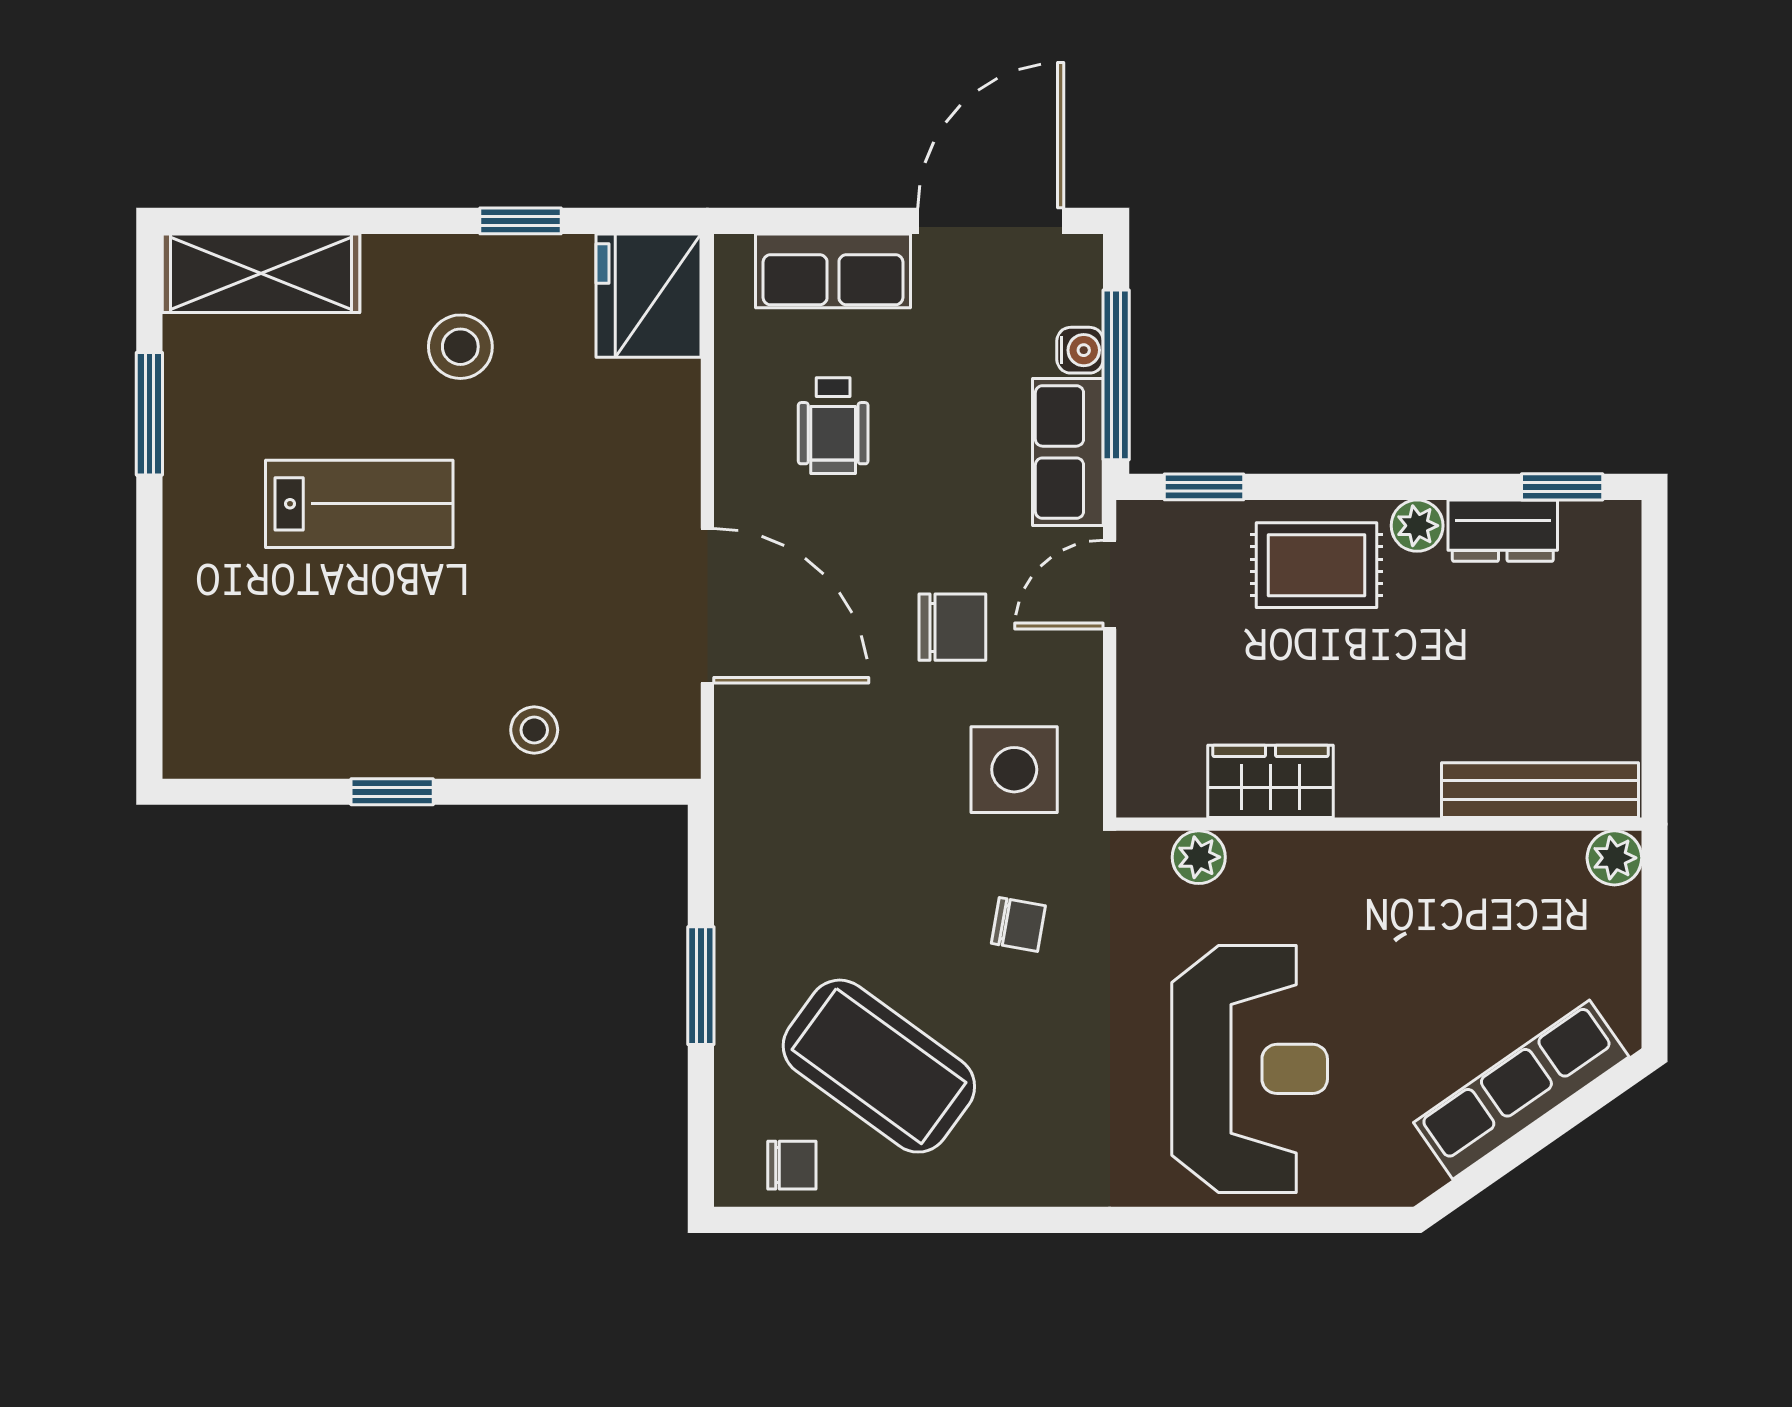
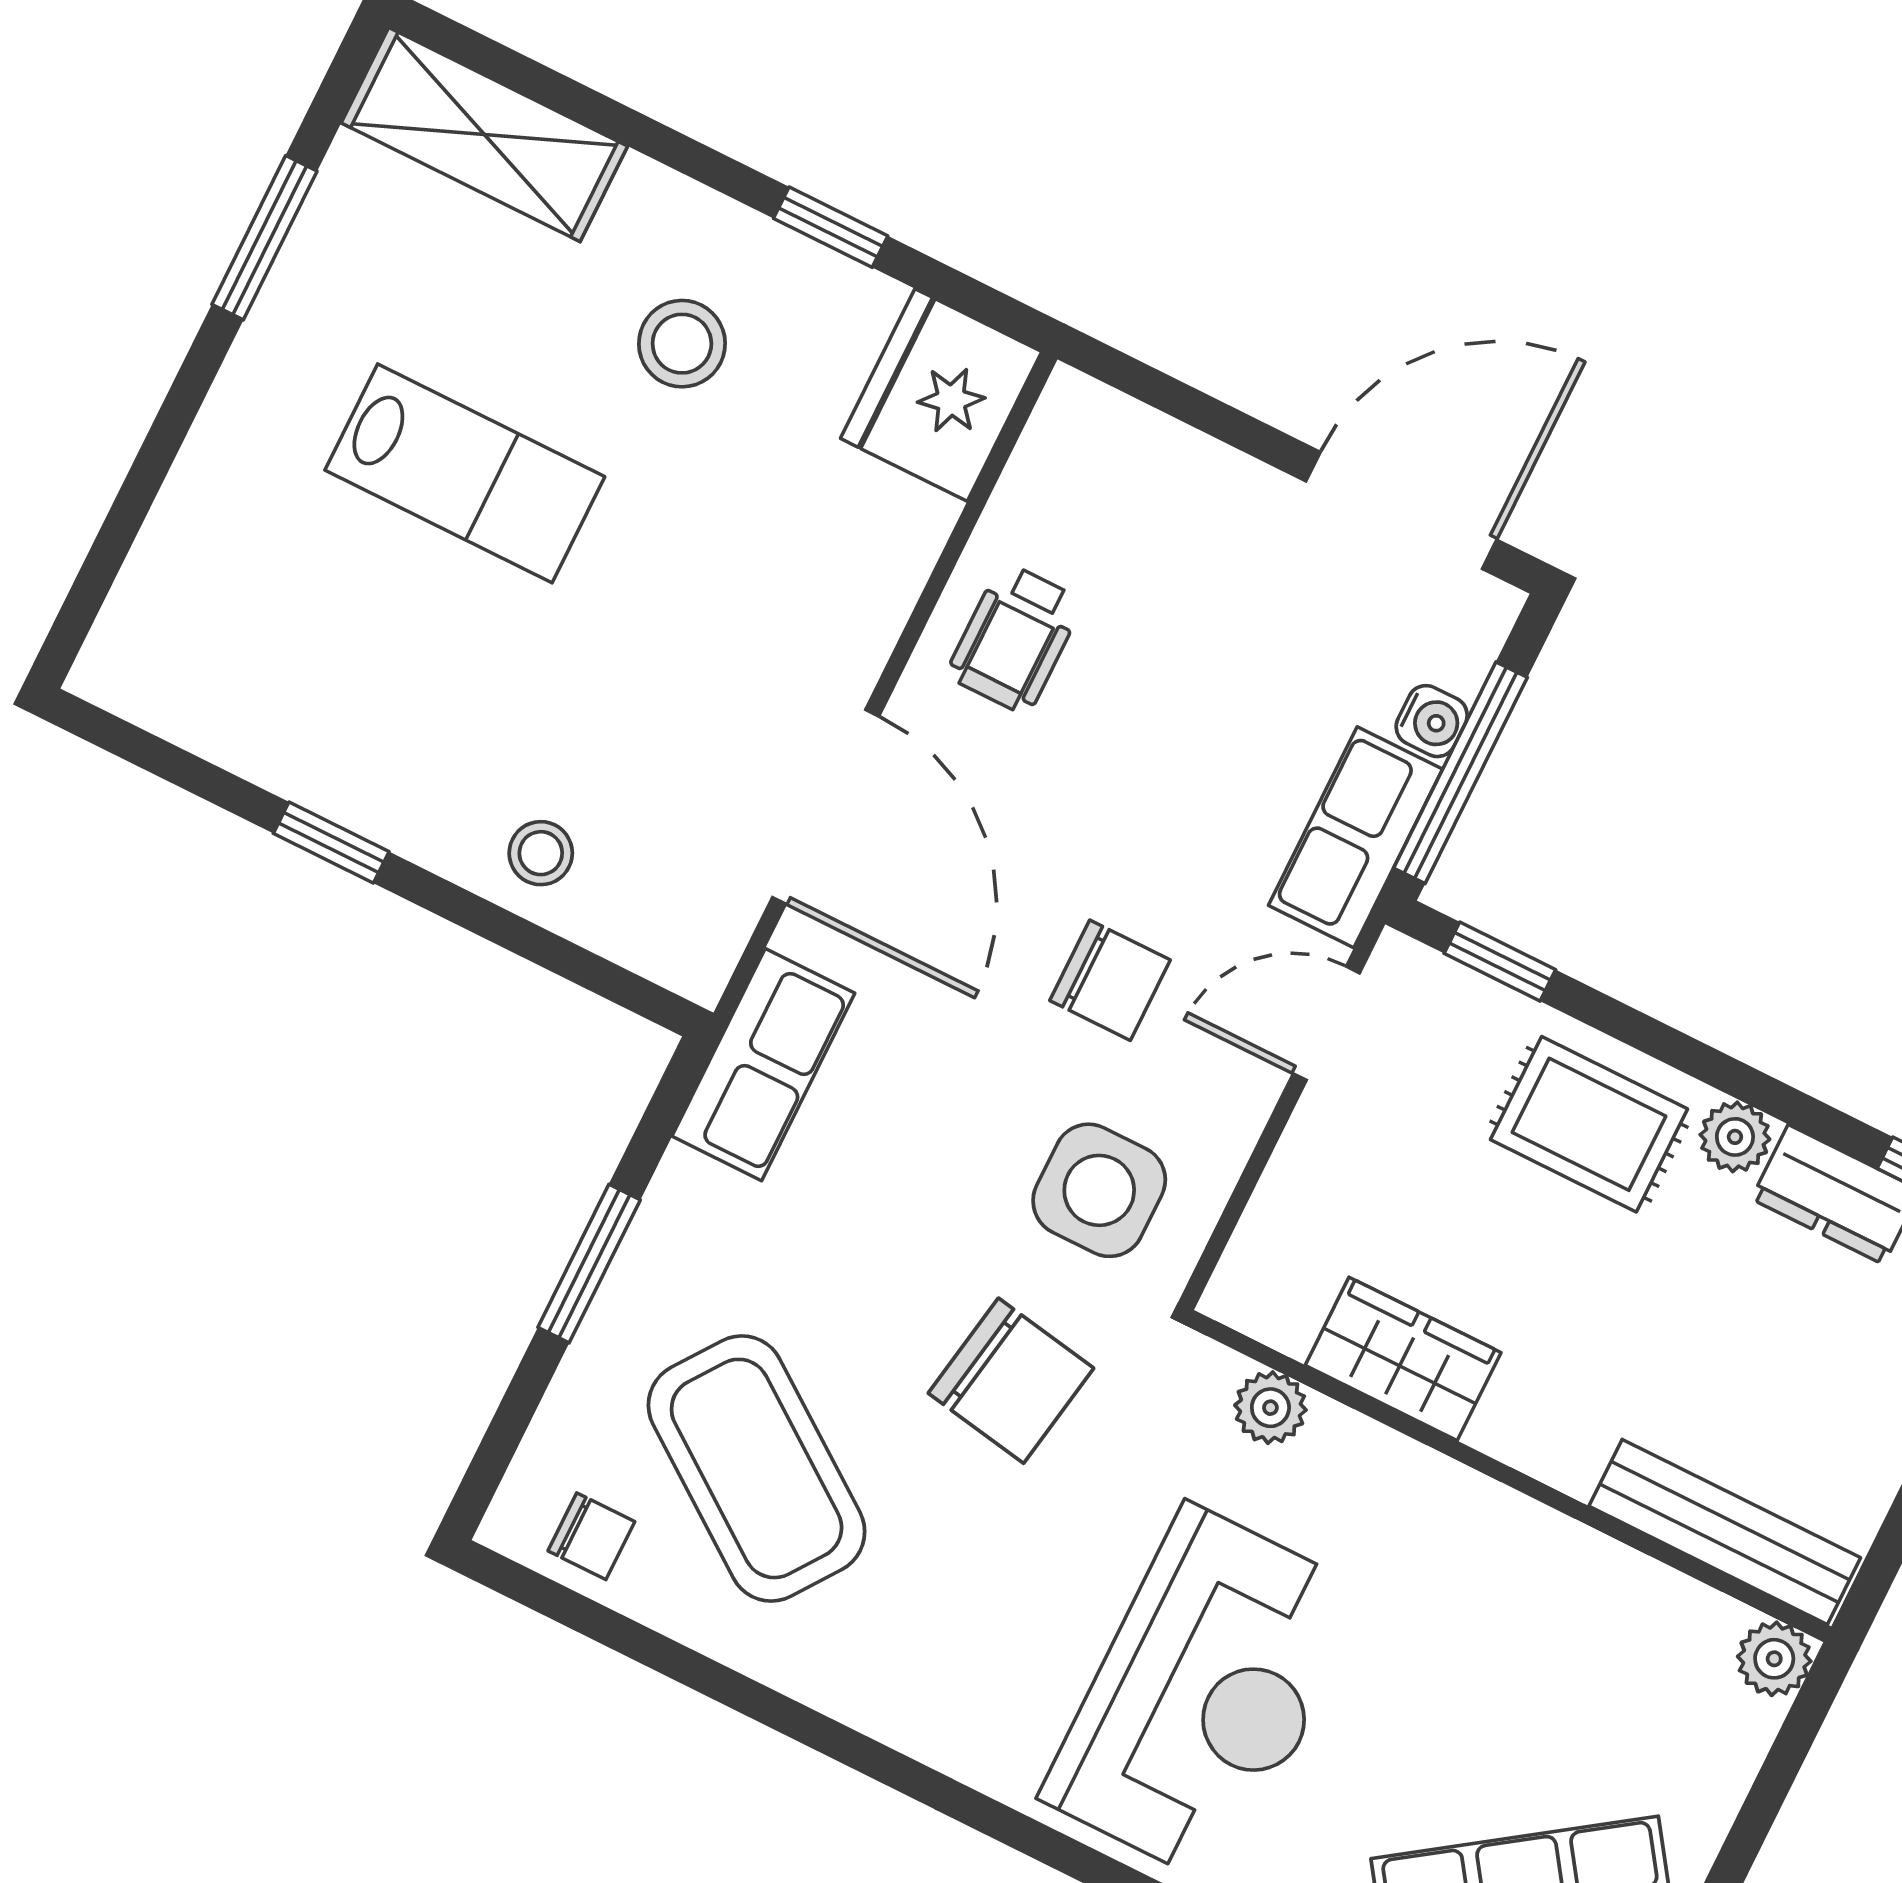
row of seats: (833, 271) -> (763, 1065), moved, turned -90
wheelchair: (833, 426) -> (1015, 638), moved
chair: (1018, 924) -> (1011, 1381), width x1.87, depth x1.87

